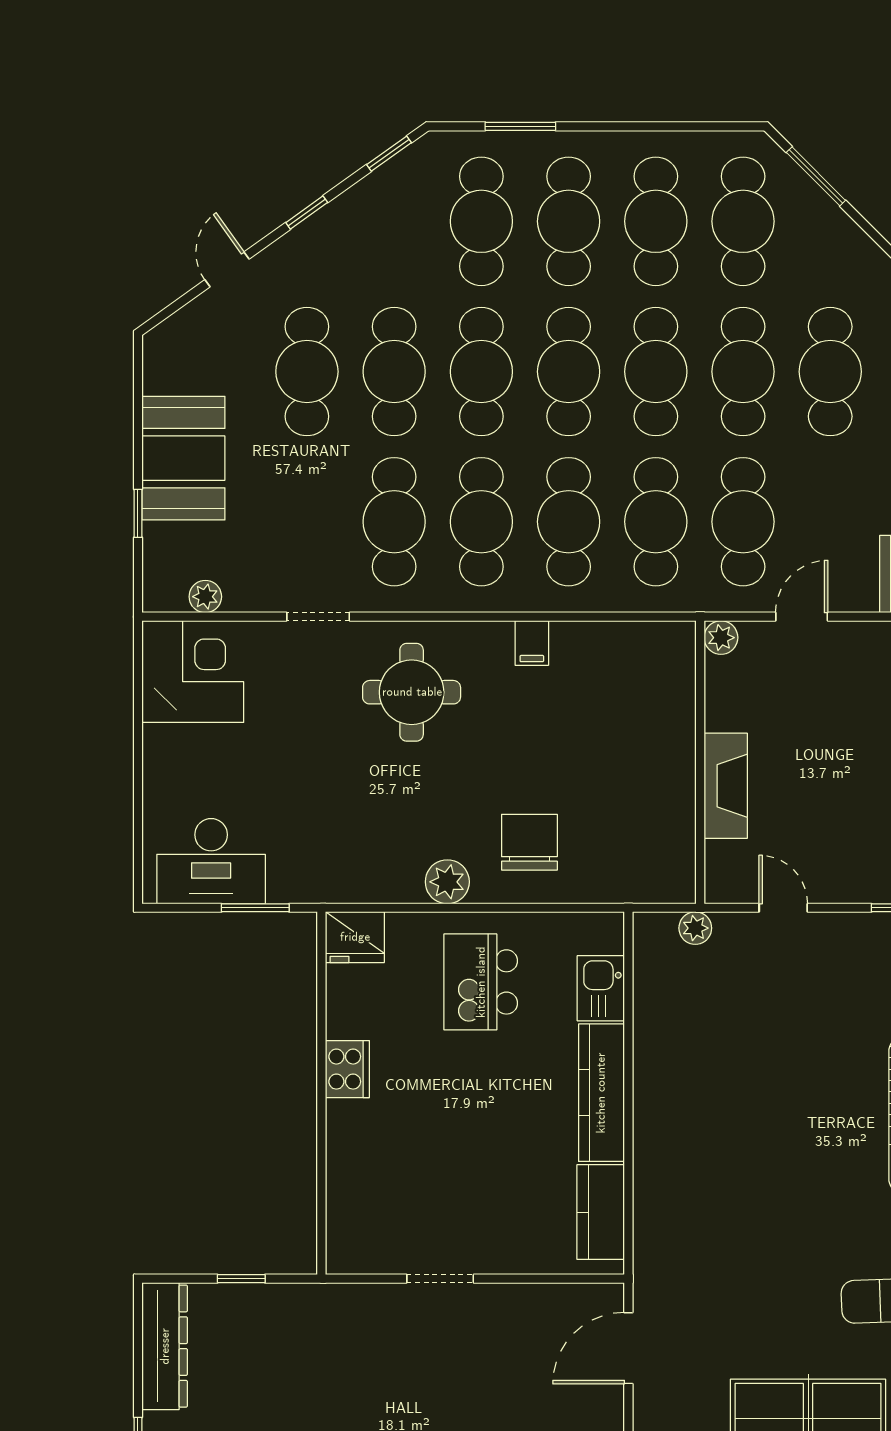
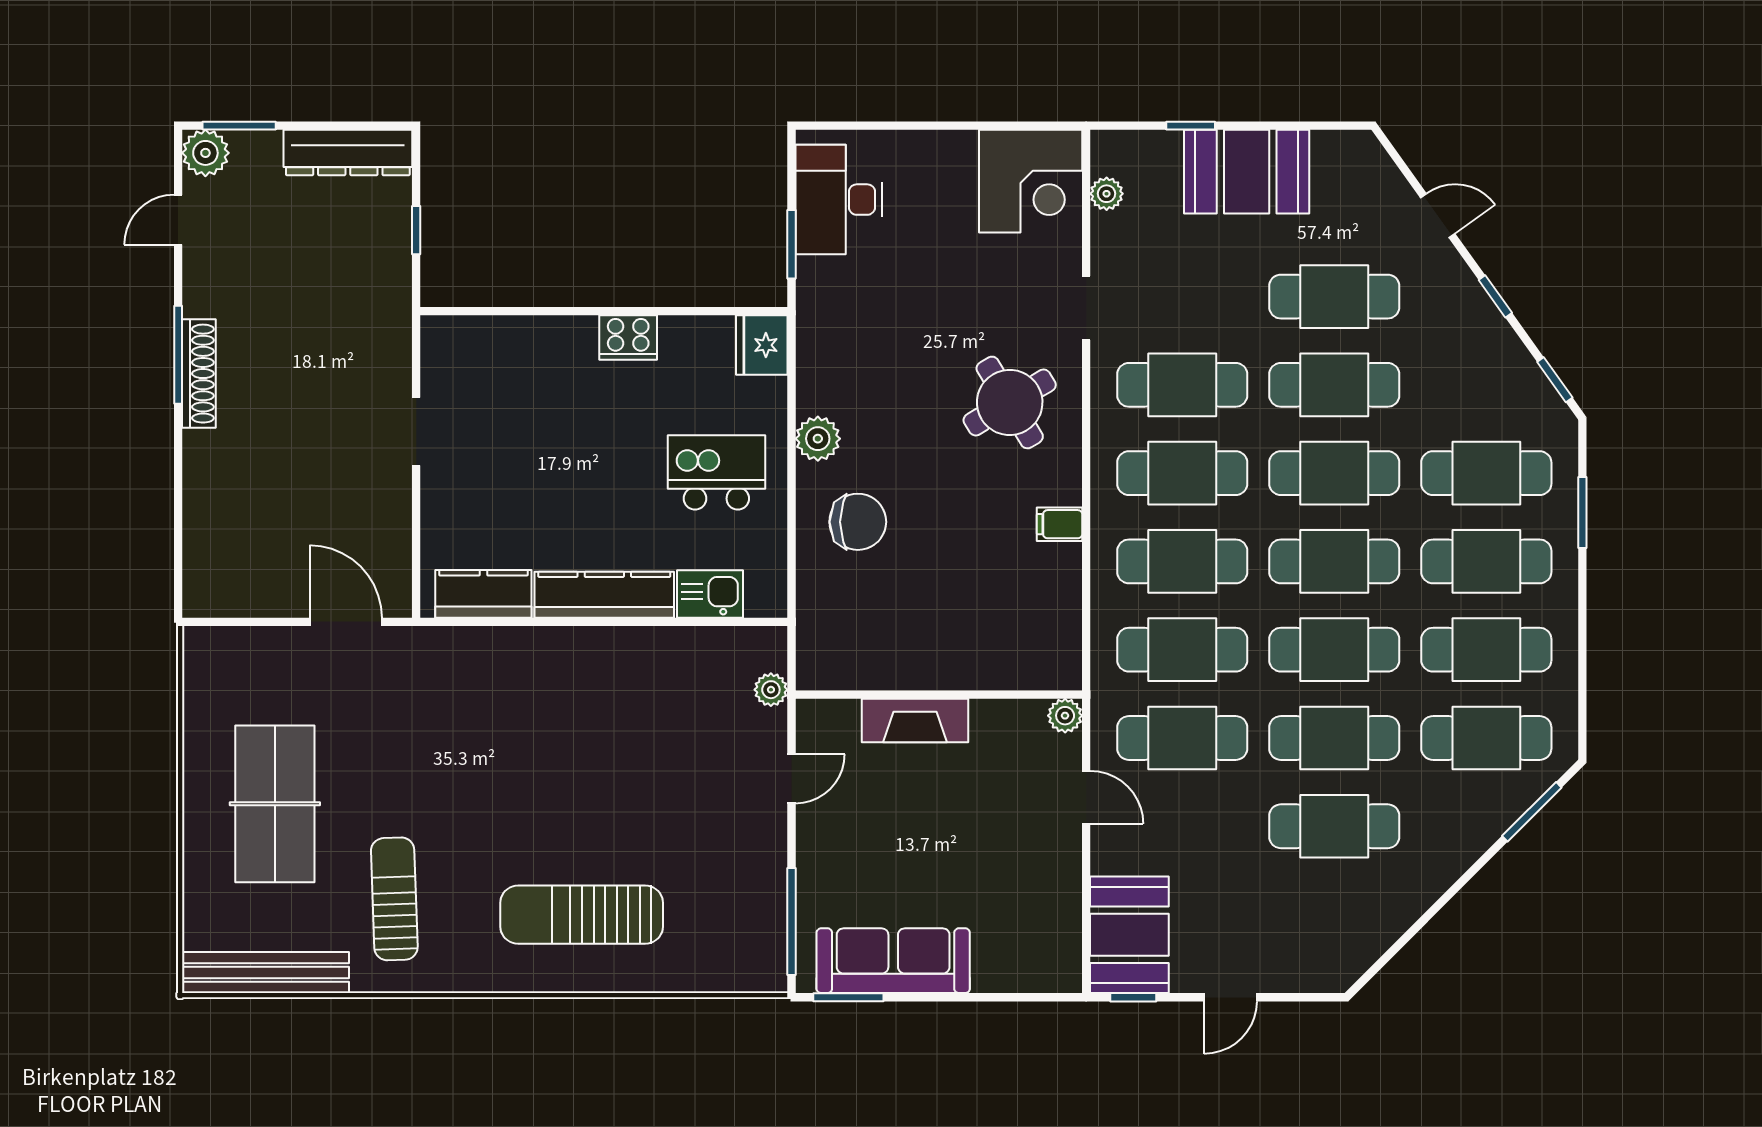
round table: (412, 692) -> (1010, 402), turned -31

